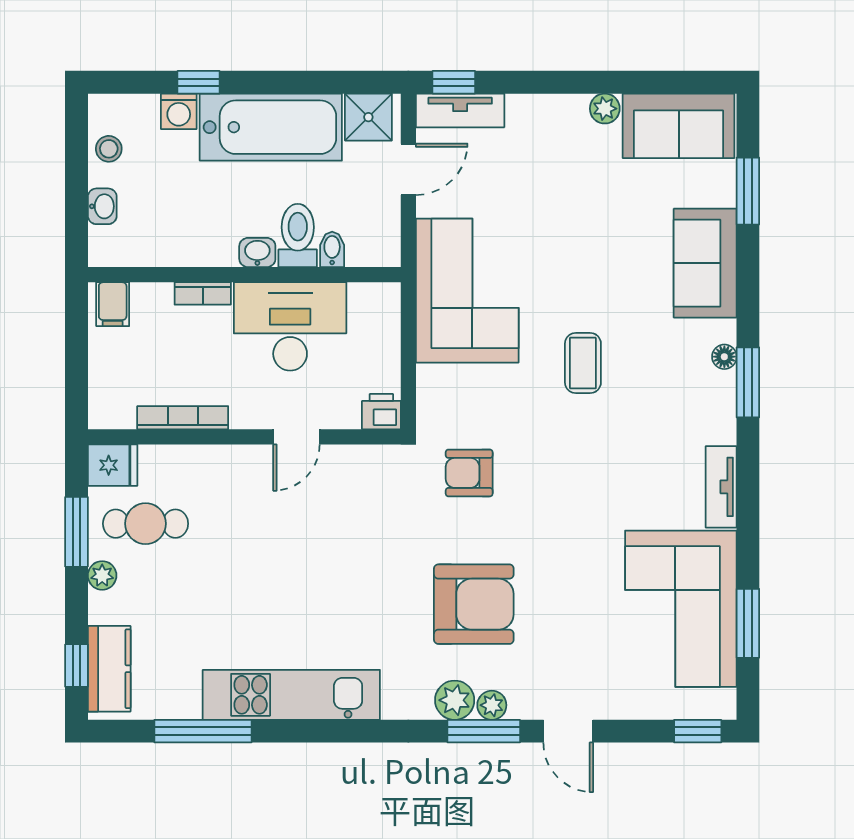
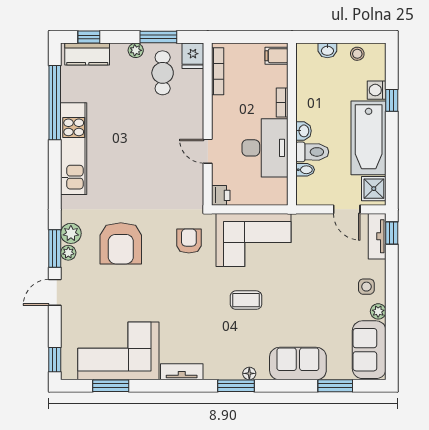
side table: (557, 131) -> (366, 287), added
corner sofa: (467, 291) -> (254, 240), moved
bookcase: (183, 418) -> (218, 71), moved
window: (203, 731) -> (55, 103), width x1.46

